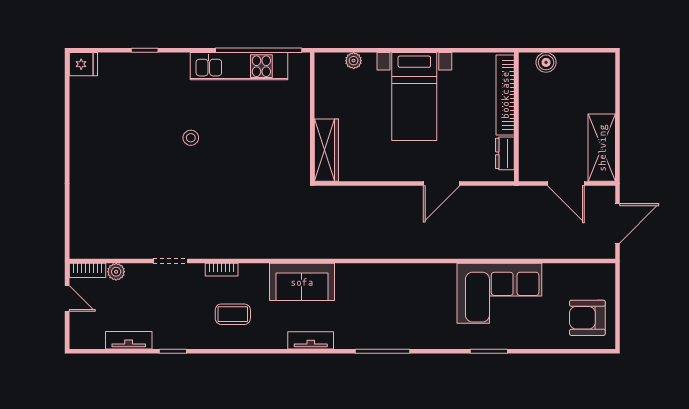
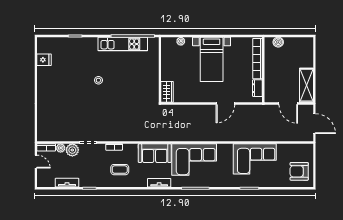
fridge: (83, 64) -> (44, 60), moved
wardrobe: (326, 150) -> (167, 92), width x0.67
door: (617, 223) -> (314, 124), hinge flipped
plant: (139, 276) -> (72, 150), added
corner sofa: (380, 294) -> (194, 160), added

